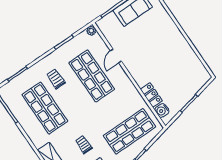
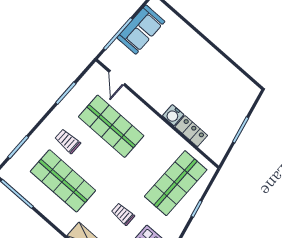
plant: (91, 31) -> (96, 70), removed
door: (116, 56) -> (117, 78), moved
water cooler: (162, 110) -> (173, 115), moved

